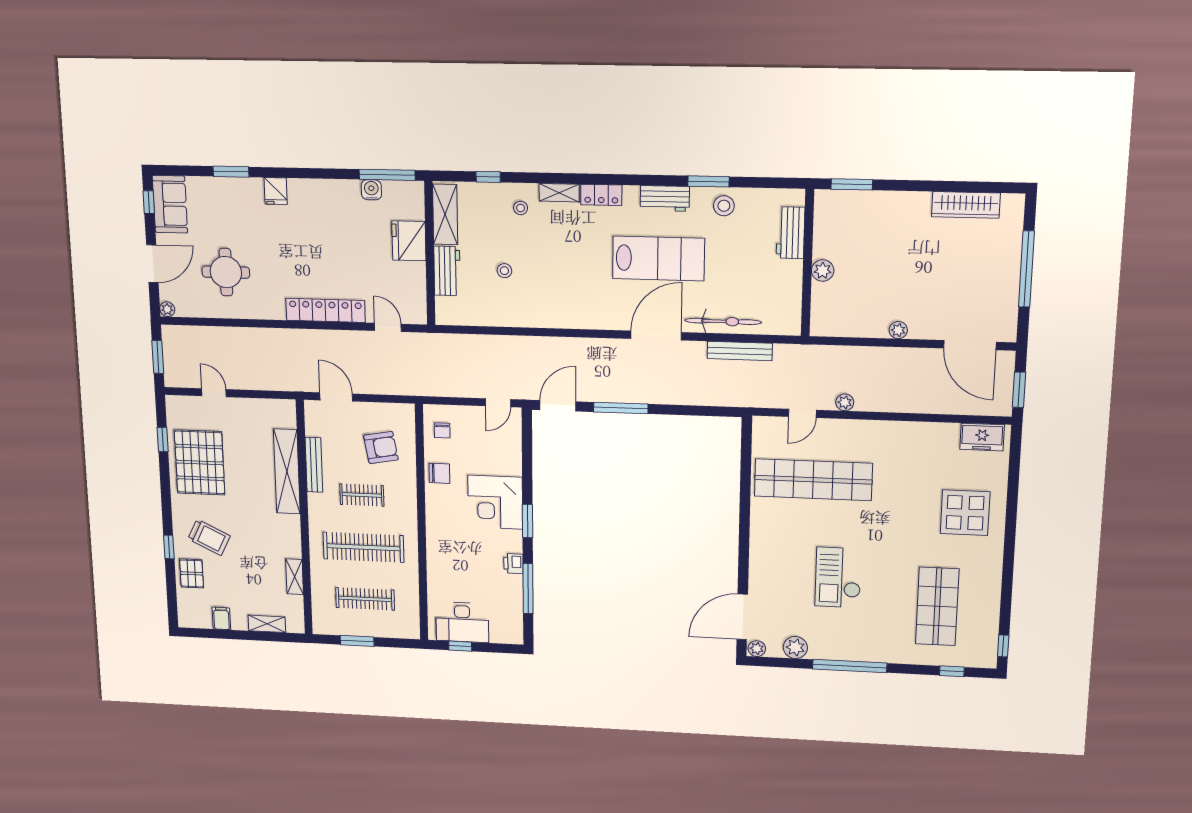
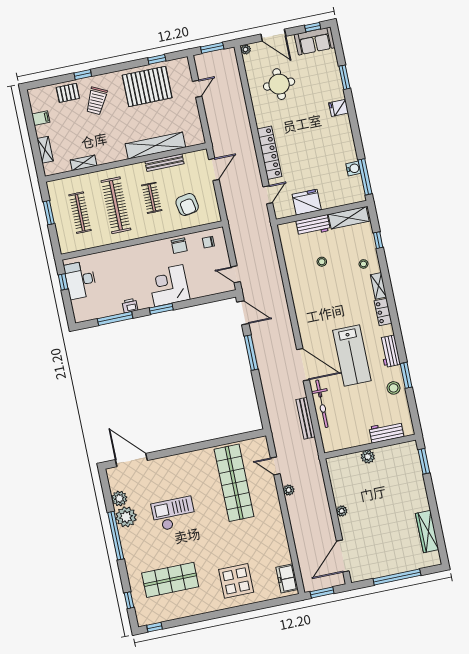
fridge: (409, 241) -> (307, 202), moved
plant: (757, 649) -> (126, 517), moved, width x1.88, depth x1.88

